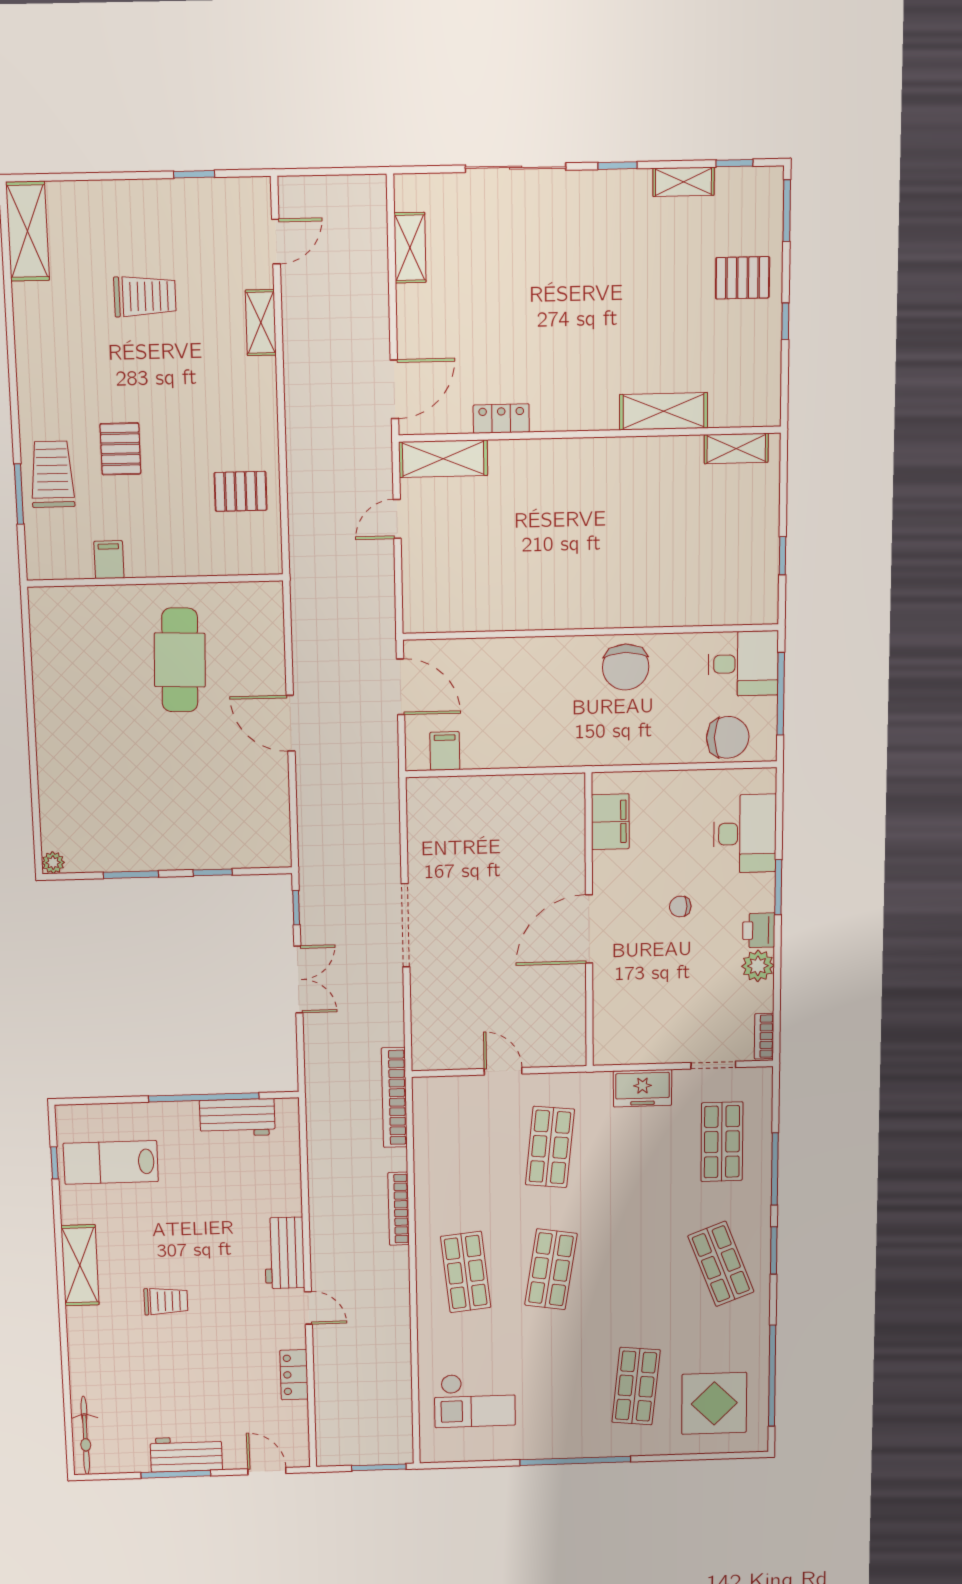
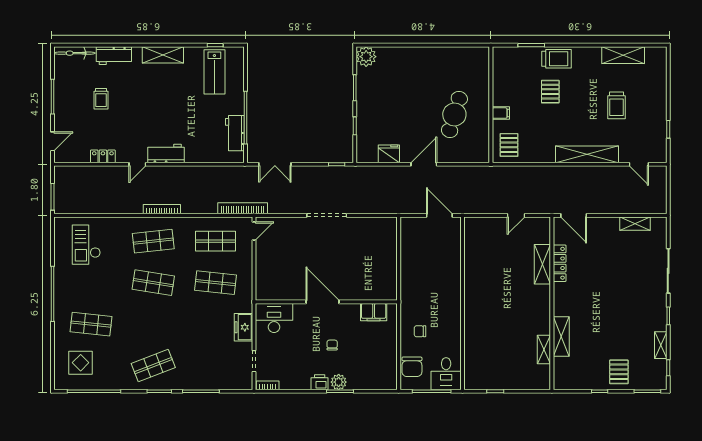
shelving: (28, 231) -> (623, 55), moved
shelving: (261, 323) -> (587, 154), width x2.20, depth x1.33
locker: (501, 419) -> (560, 263), width x1.53
shelving: (736, 448) -> (544, 349), moved
pallet: (120, 449) -> (550, 92), turned 90
shelving: (443, 459) -> (542, 264), moved
trolley: (52, 474) -> (557, 59), moved
pallet: (241, 491) -> (509, 145), moved
door: (397, 519) -> (516, 215), swing flipped
filing cabinet: (109, 560) -> (501, 113), moved
cafe table: (180, 660) -> (454, 114), turned -75
chair: (626, 667) -> (420, 331), moved, width x0.54, depth x0.54
door: (401, 687) -> (439, 215), swing flipped
filing cabinet: (445, 751) -> (409, 235), removed
fridge: (270, 799) -> (389, 154), added
desk: (745, 834) -> (274, 318), moved, turned 180
plant: (53, 863) -> (366, 57), width x1.88, depth x1.88
plant: (758, 966) -> (339, 382), moved
double door: (298, 980) -> (275, 164), moved
door: (503, 1071) -> (254, 231), moved
shop shelf: (722, 1142) -> (215, 241), moved
lab bench: (111, 1162) -> (214, 72), turned 180
bookcase: (399, 1209) -> (162, 209), moved
trolley: (166, 1301) -> (101, 99), moved
display table: (714, 1403) -> (81, 363), width x0.73, depth x0.73
workbench: (186, 1454) -> (114, 56), moved, turned 90

